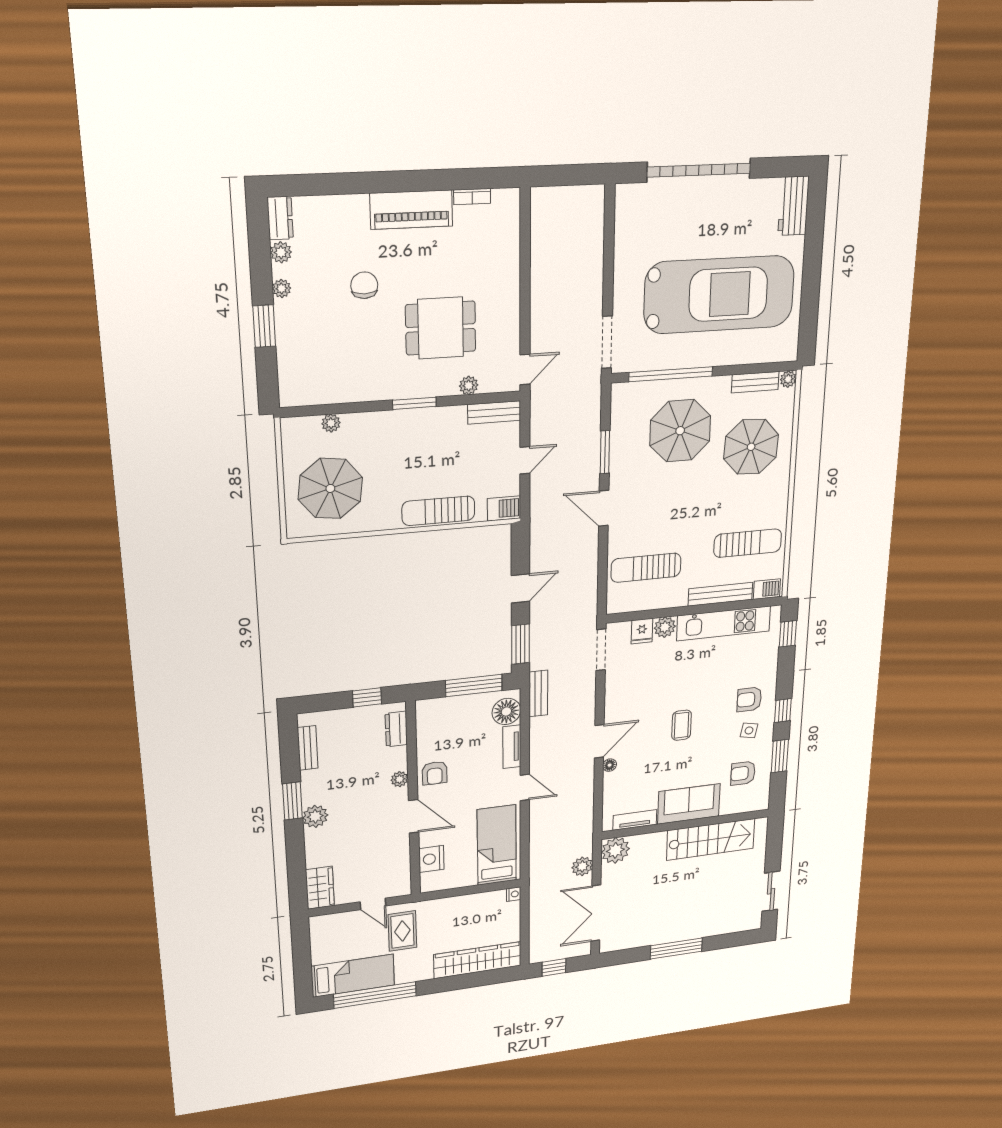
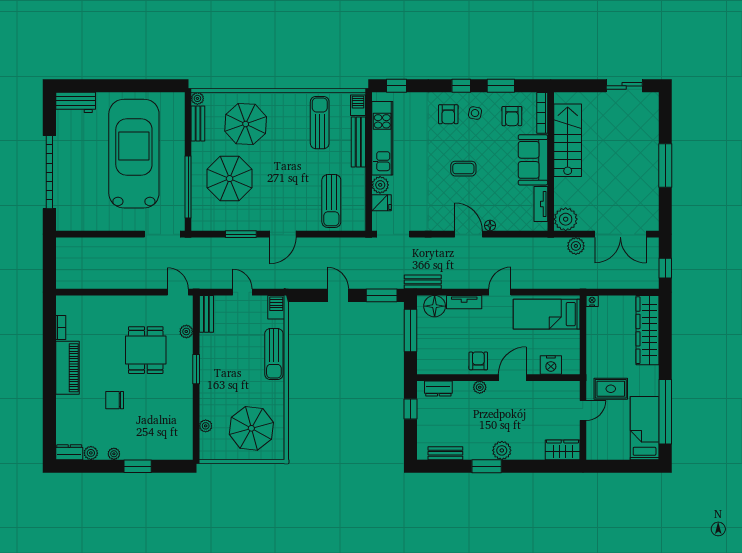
armchair: (435, 773) -> (478, 361), turned -90
bookcase: (745, 807) -> (542, 113), added

